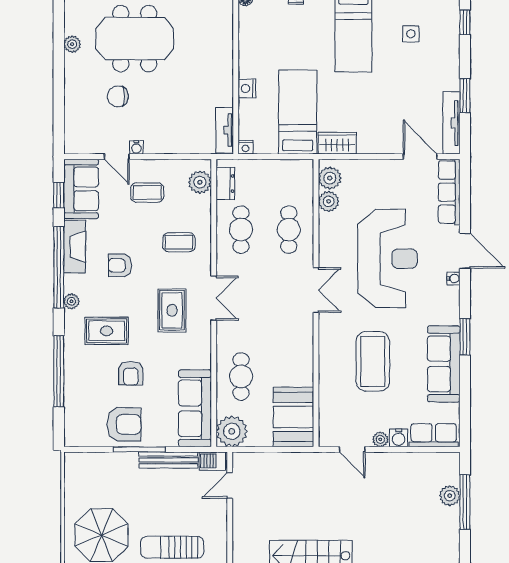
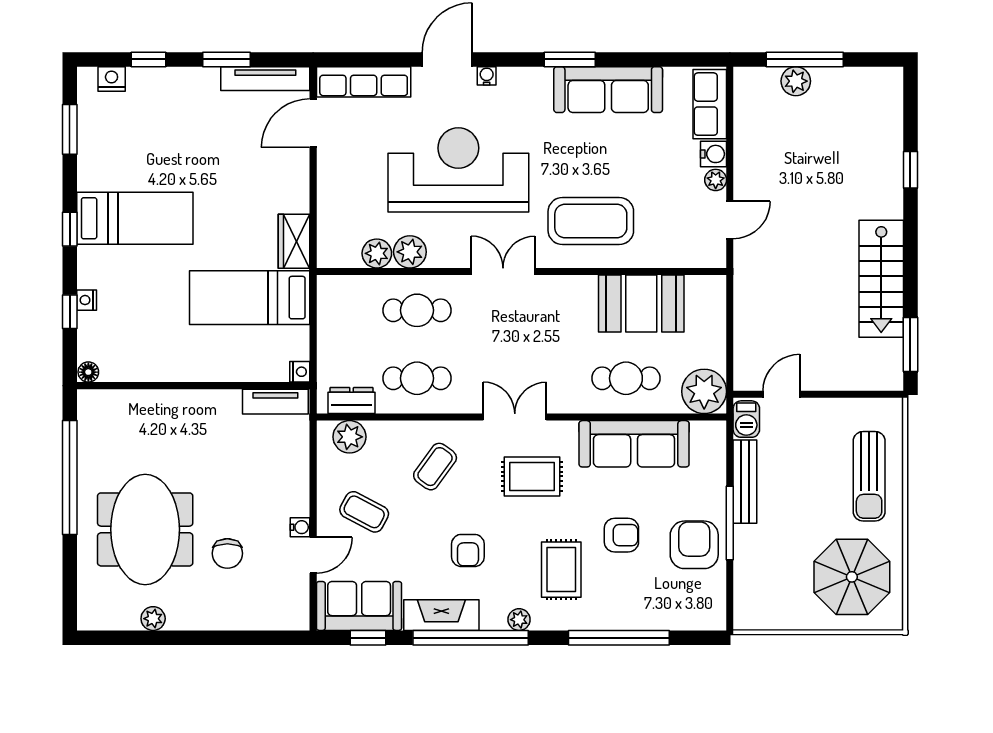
window: (465, 22) -> (148, 59), moved
side table: (411, 34) -> (138, 136), removed
nightstand: (247, 89) -> (112, 79), moved, turned 180
plant: (330, 178) -> (410, 252), moved
coffee table: (147, 192) -> (364, 512), turned -62
coffee table: (179, 242) -> (435, 467), turned 36
coffee table: (373, 361) -> (591, 221), moved
sofa: (195, 408) -> (634, 444), moved
booth: (293, 417) -> (641, 304), moved
door: (230, 486) -> (781, 394), swing flipped

